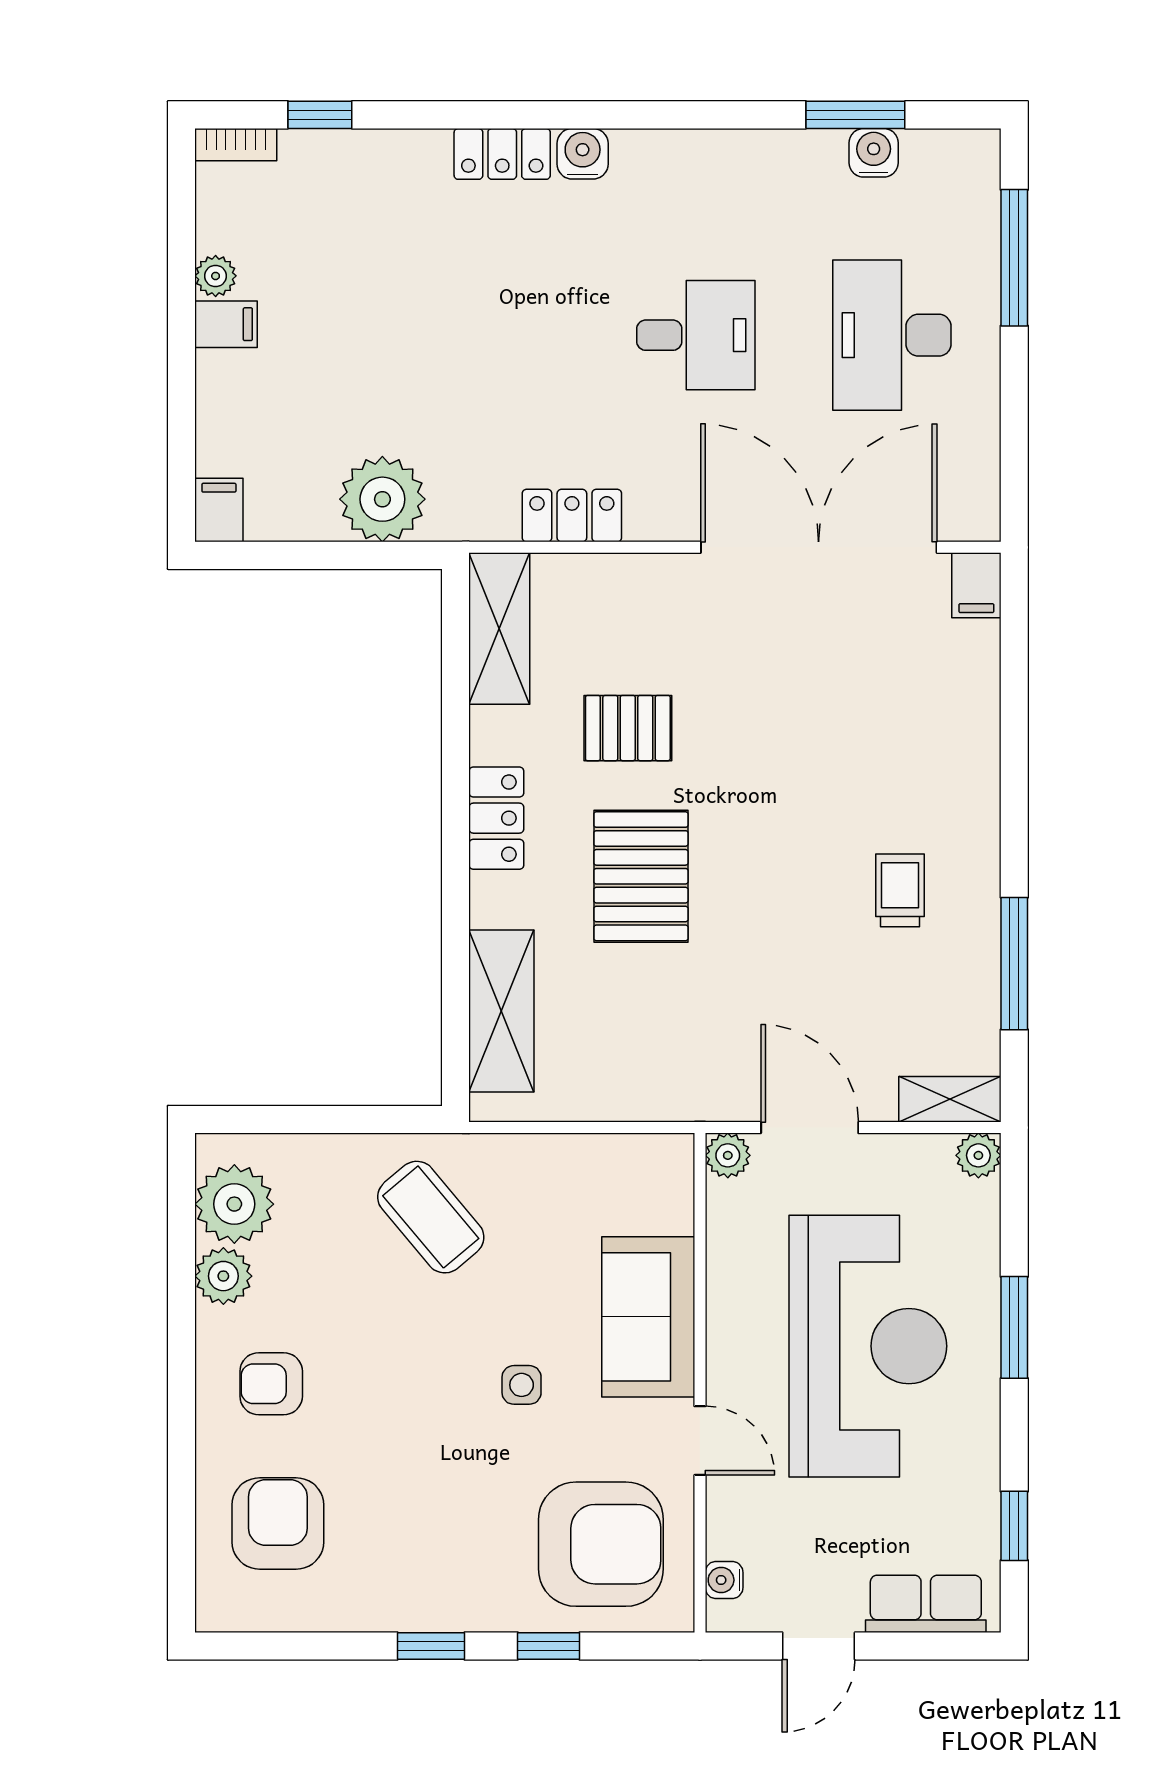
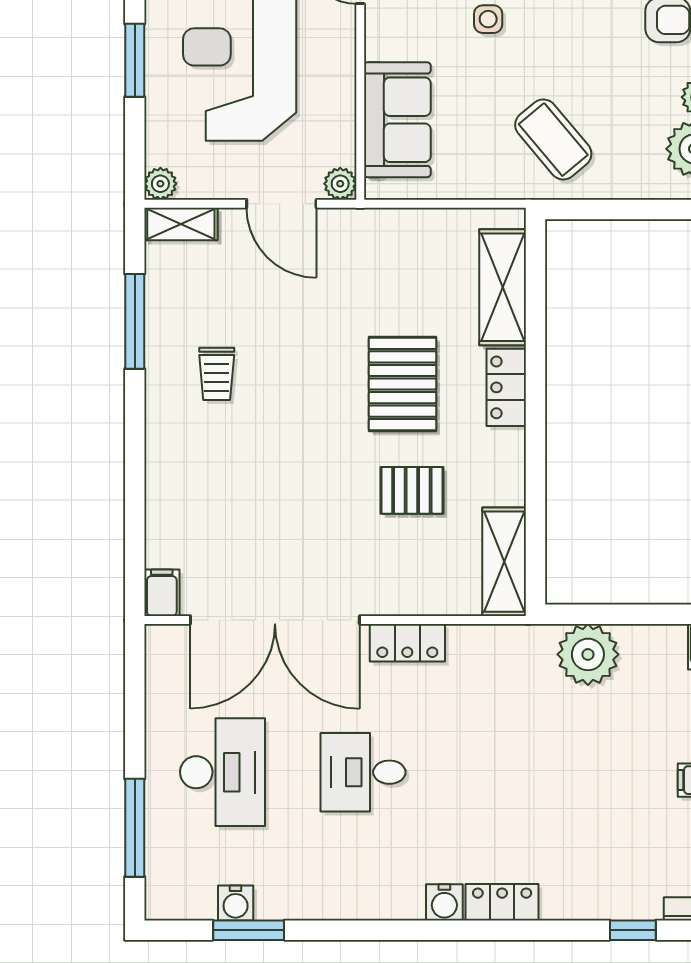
locker: (572, 516) -> (407, 643), moved
locker: (496, 818) -> (506, 387), moved
sofa: (648, 1317) -> (397, 120), moved

